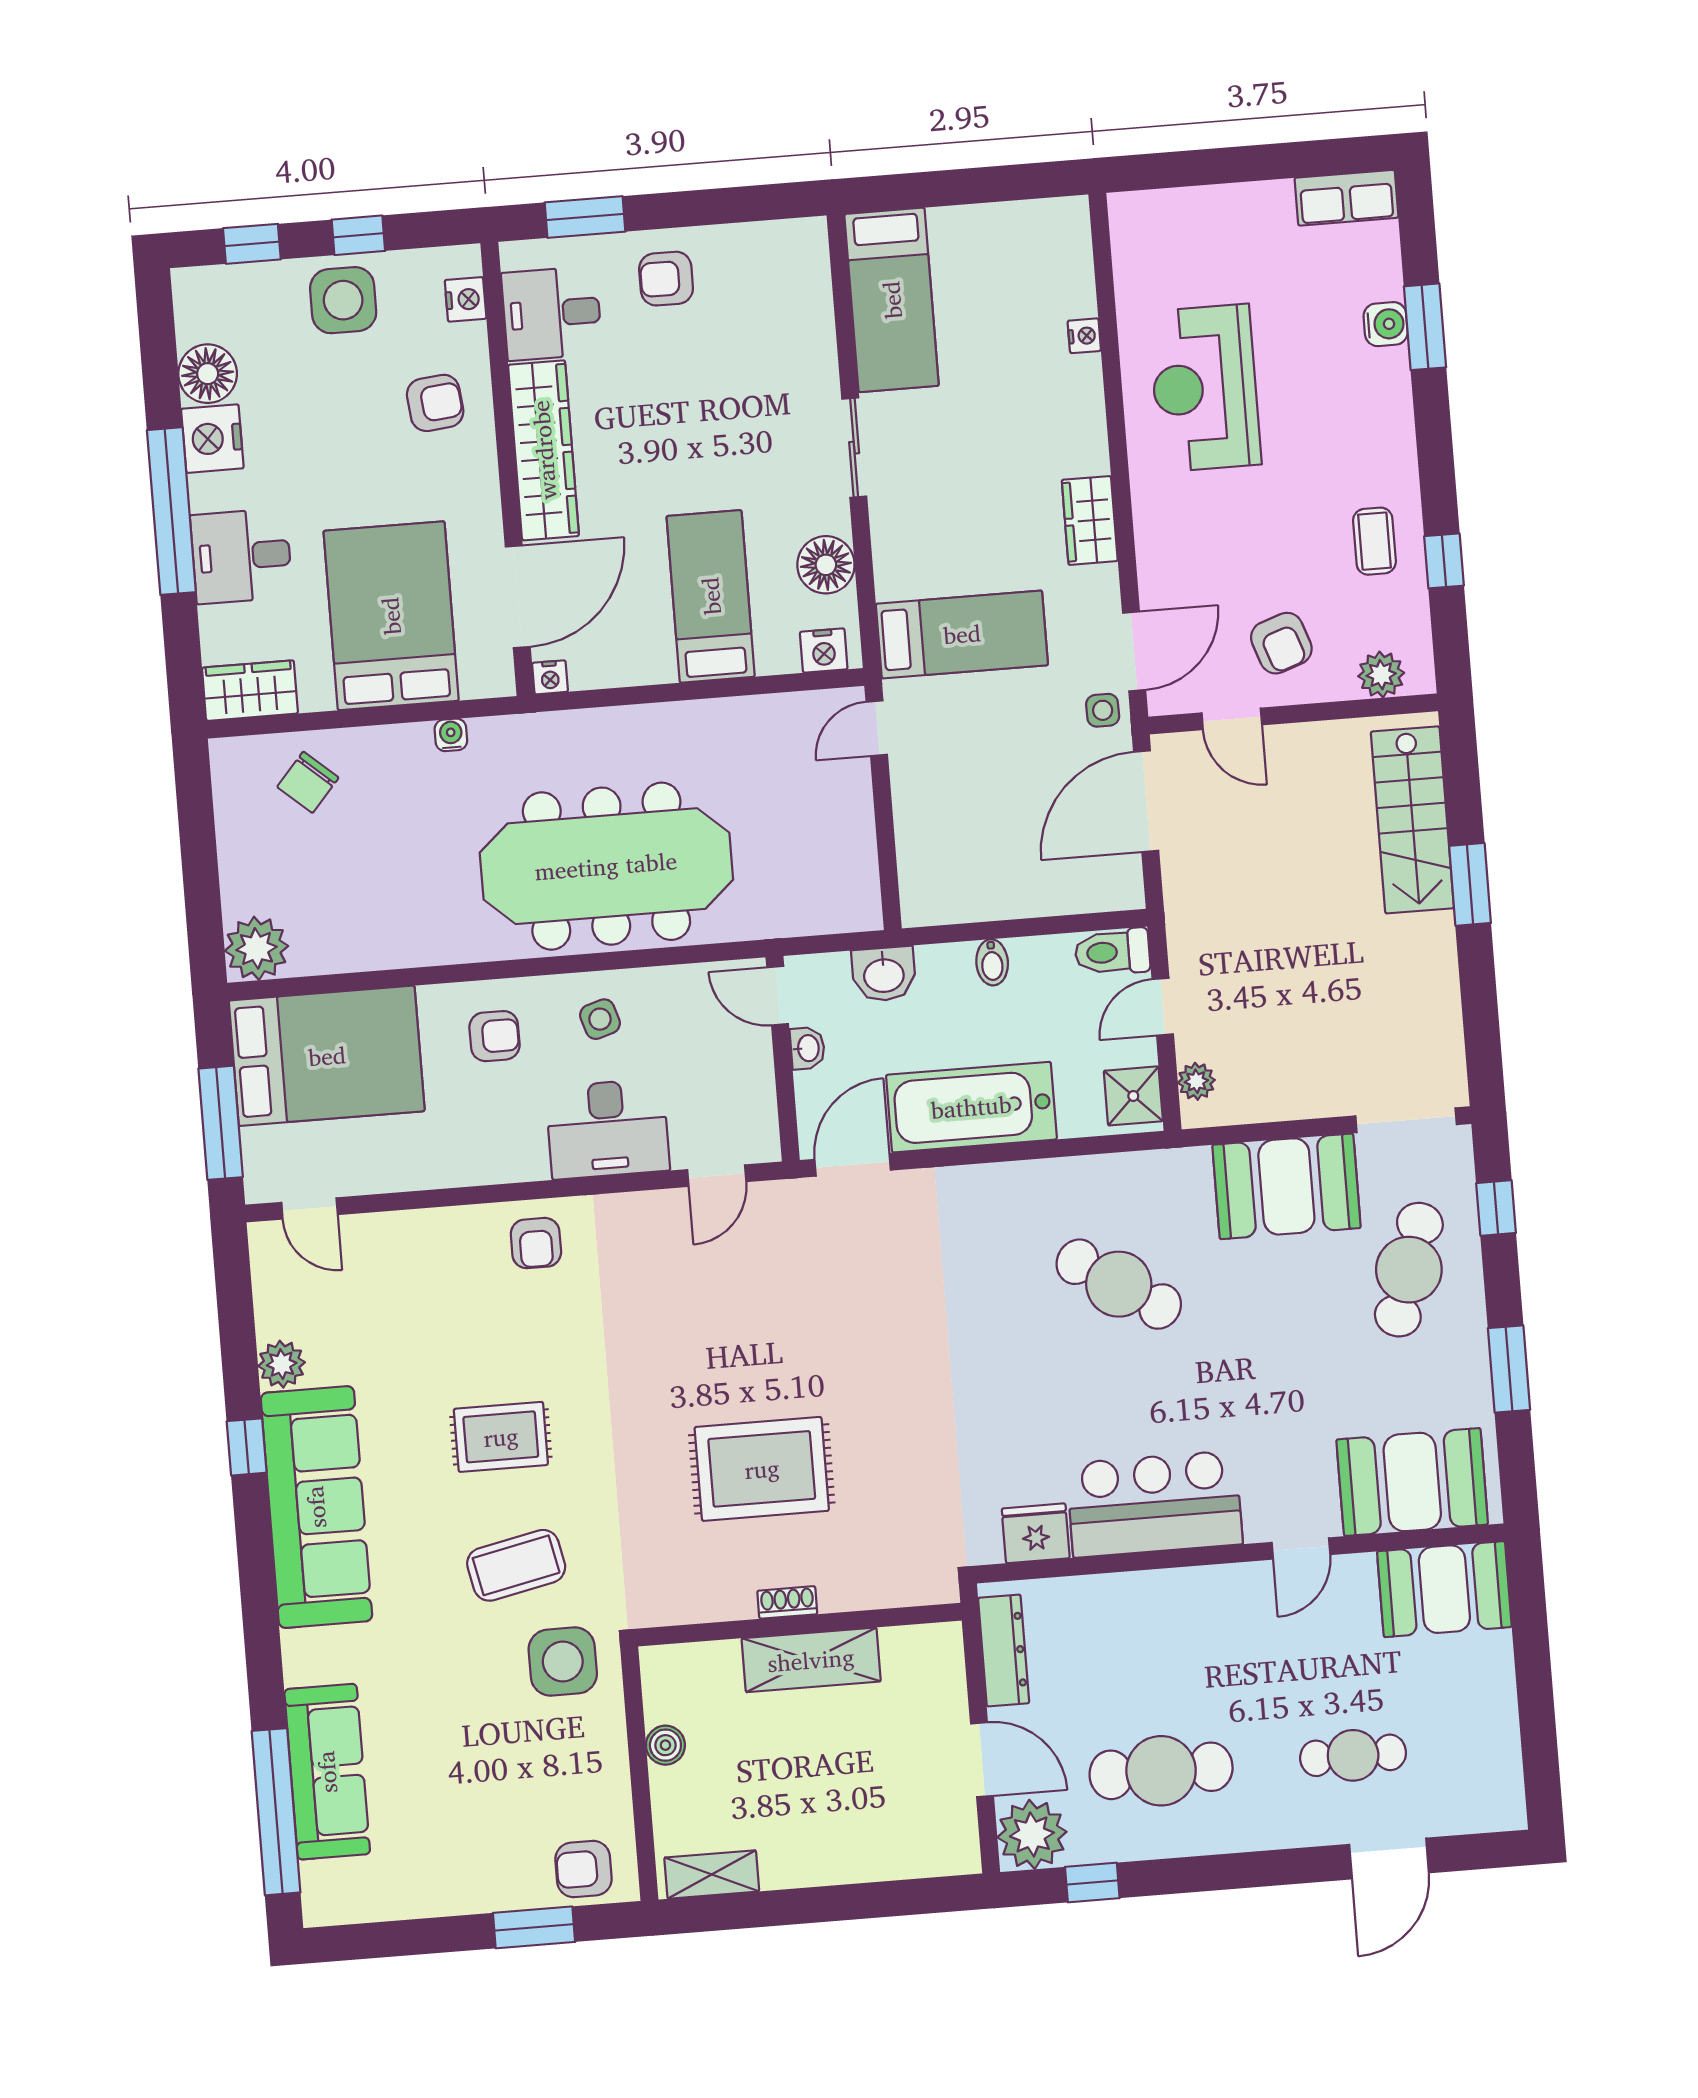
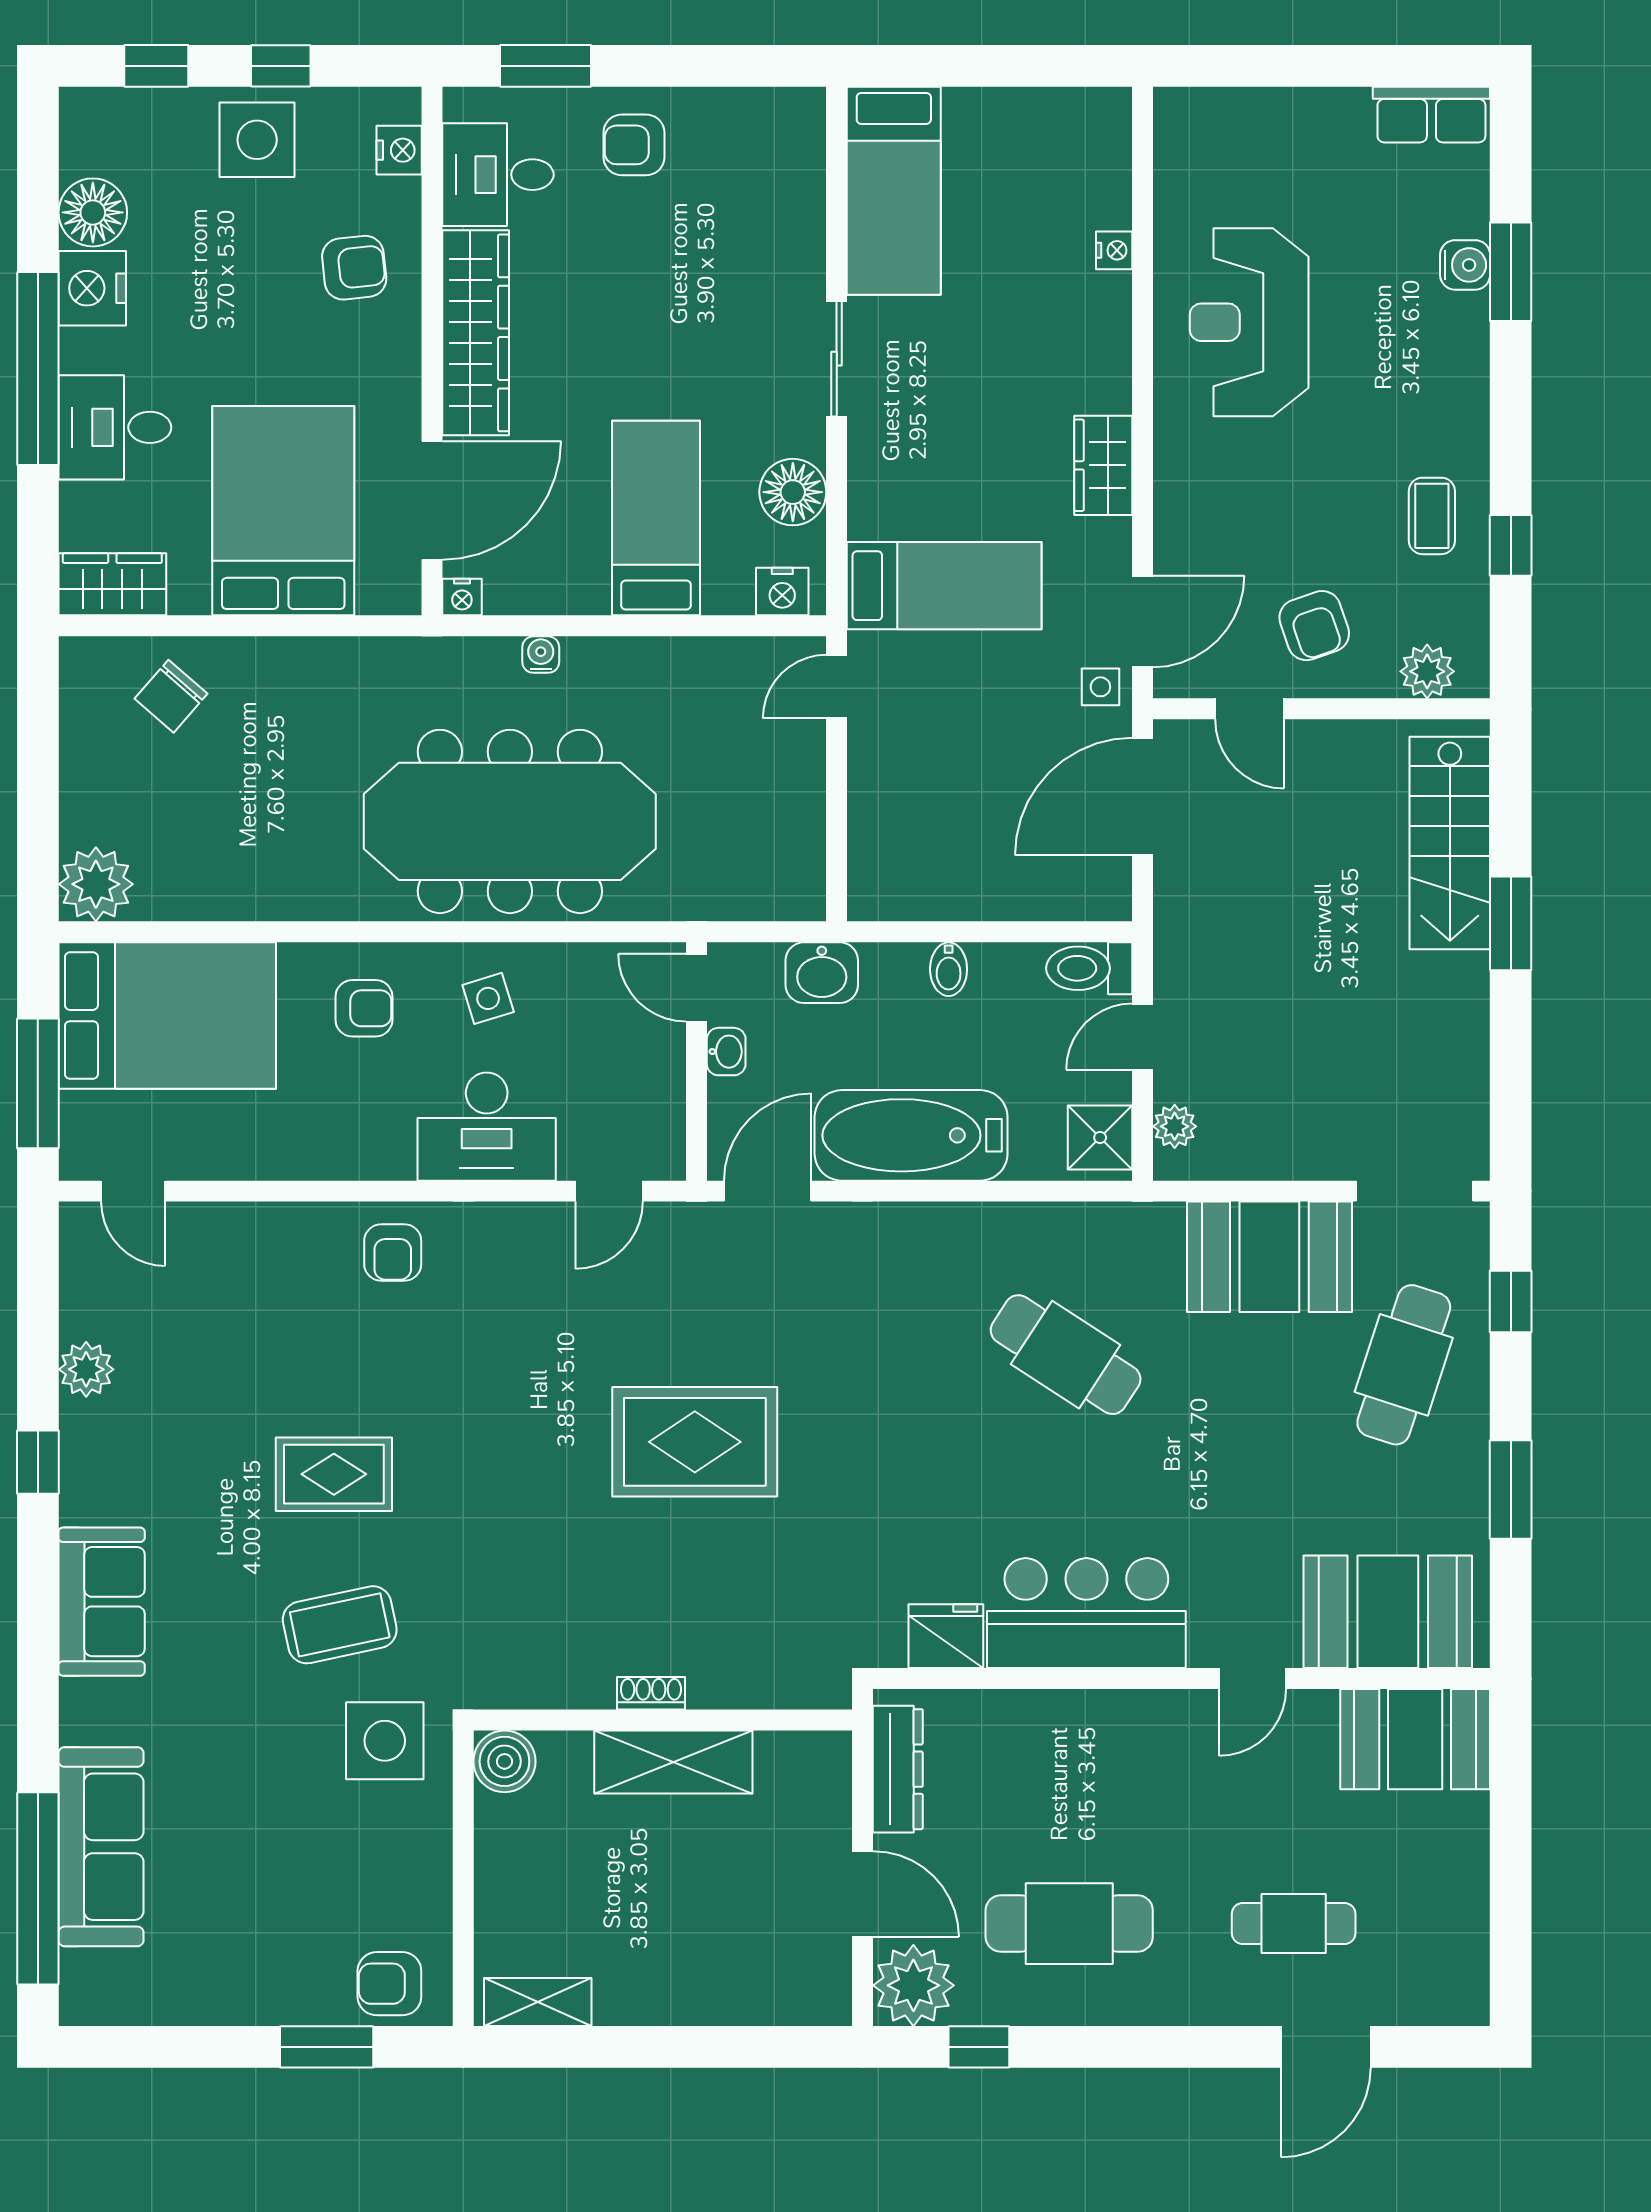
water cooler: (451, 735) -> (541, 655), moved
rug: (762, 1469) -> (695, 1442), moved
sofa: (316, 1507) -> (102, 1602), width x0.54, depth x0.79
boiler: (665, 1745) -> (504, 1761), moved, width x1.36, depth x1.36

